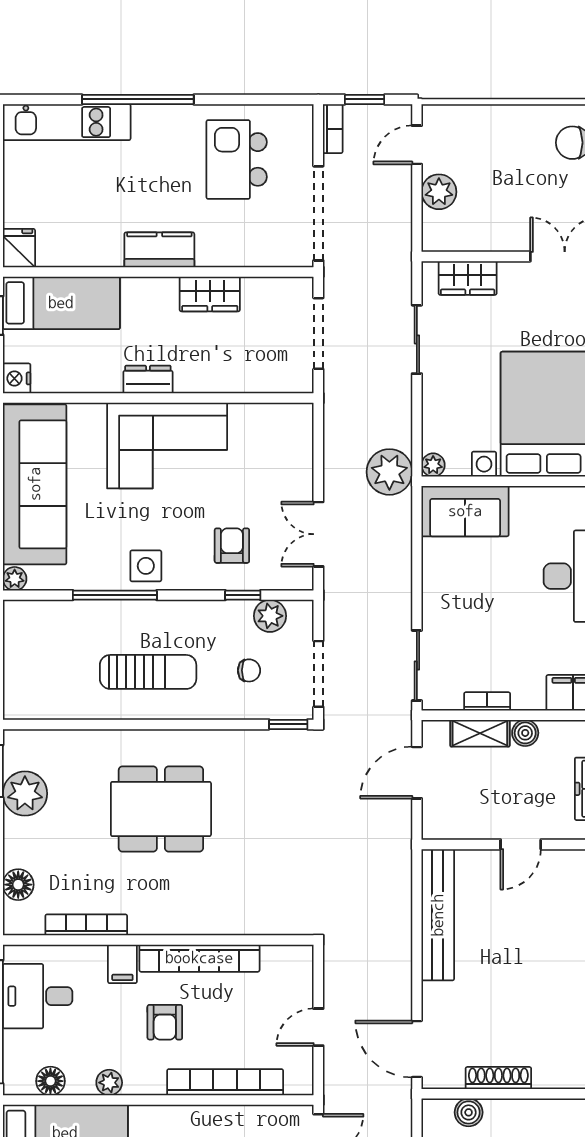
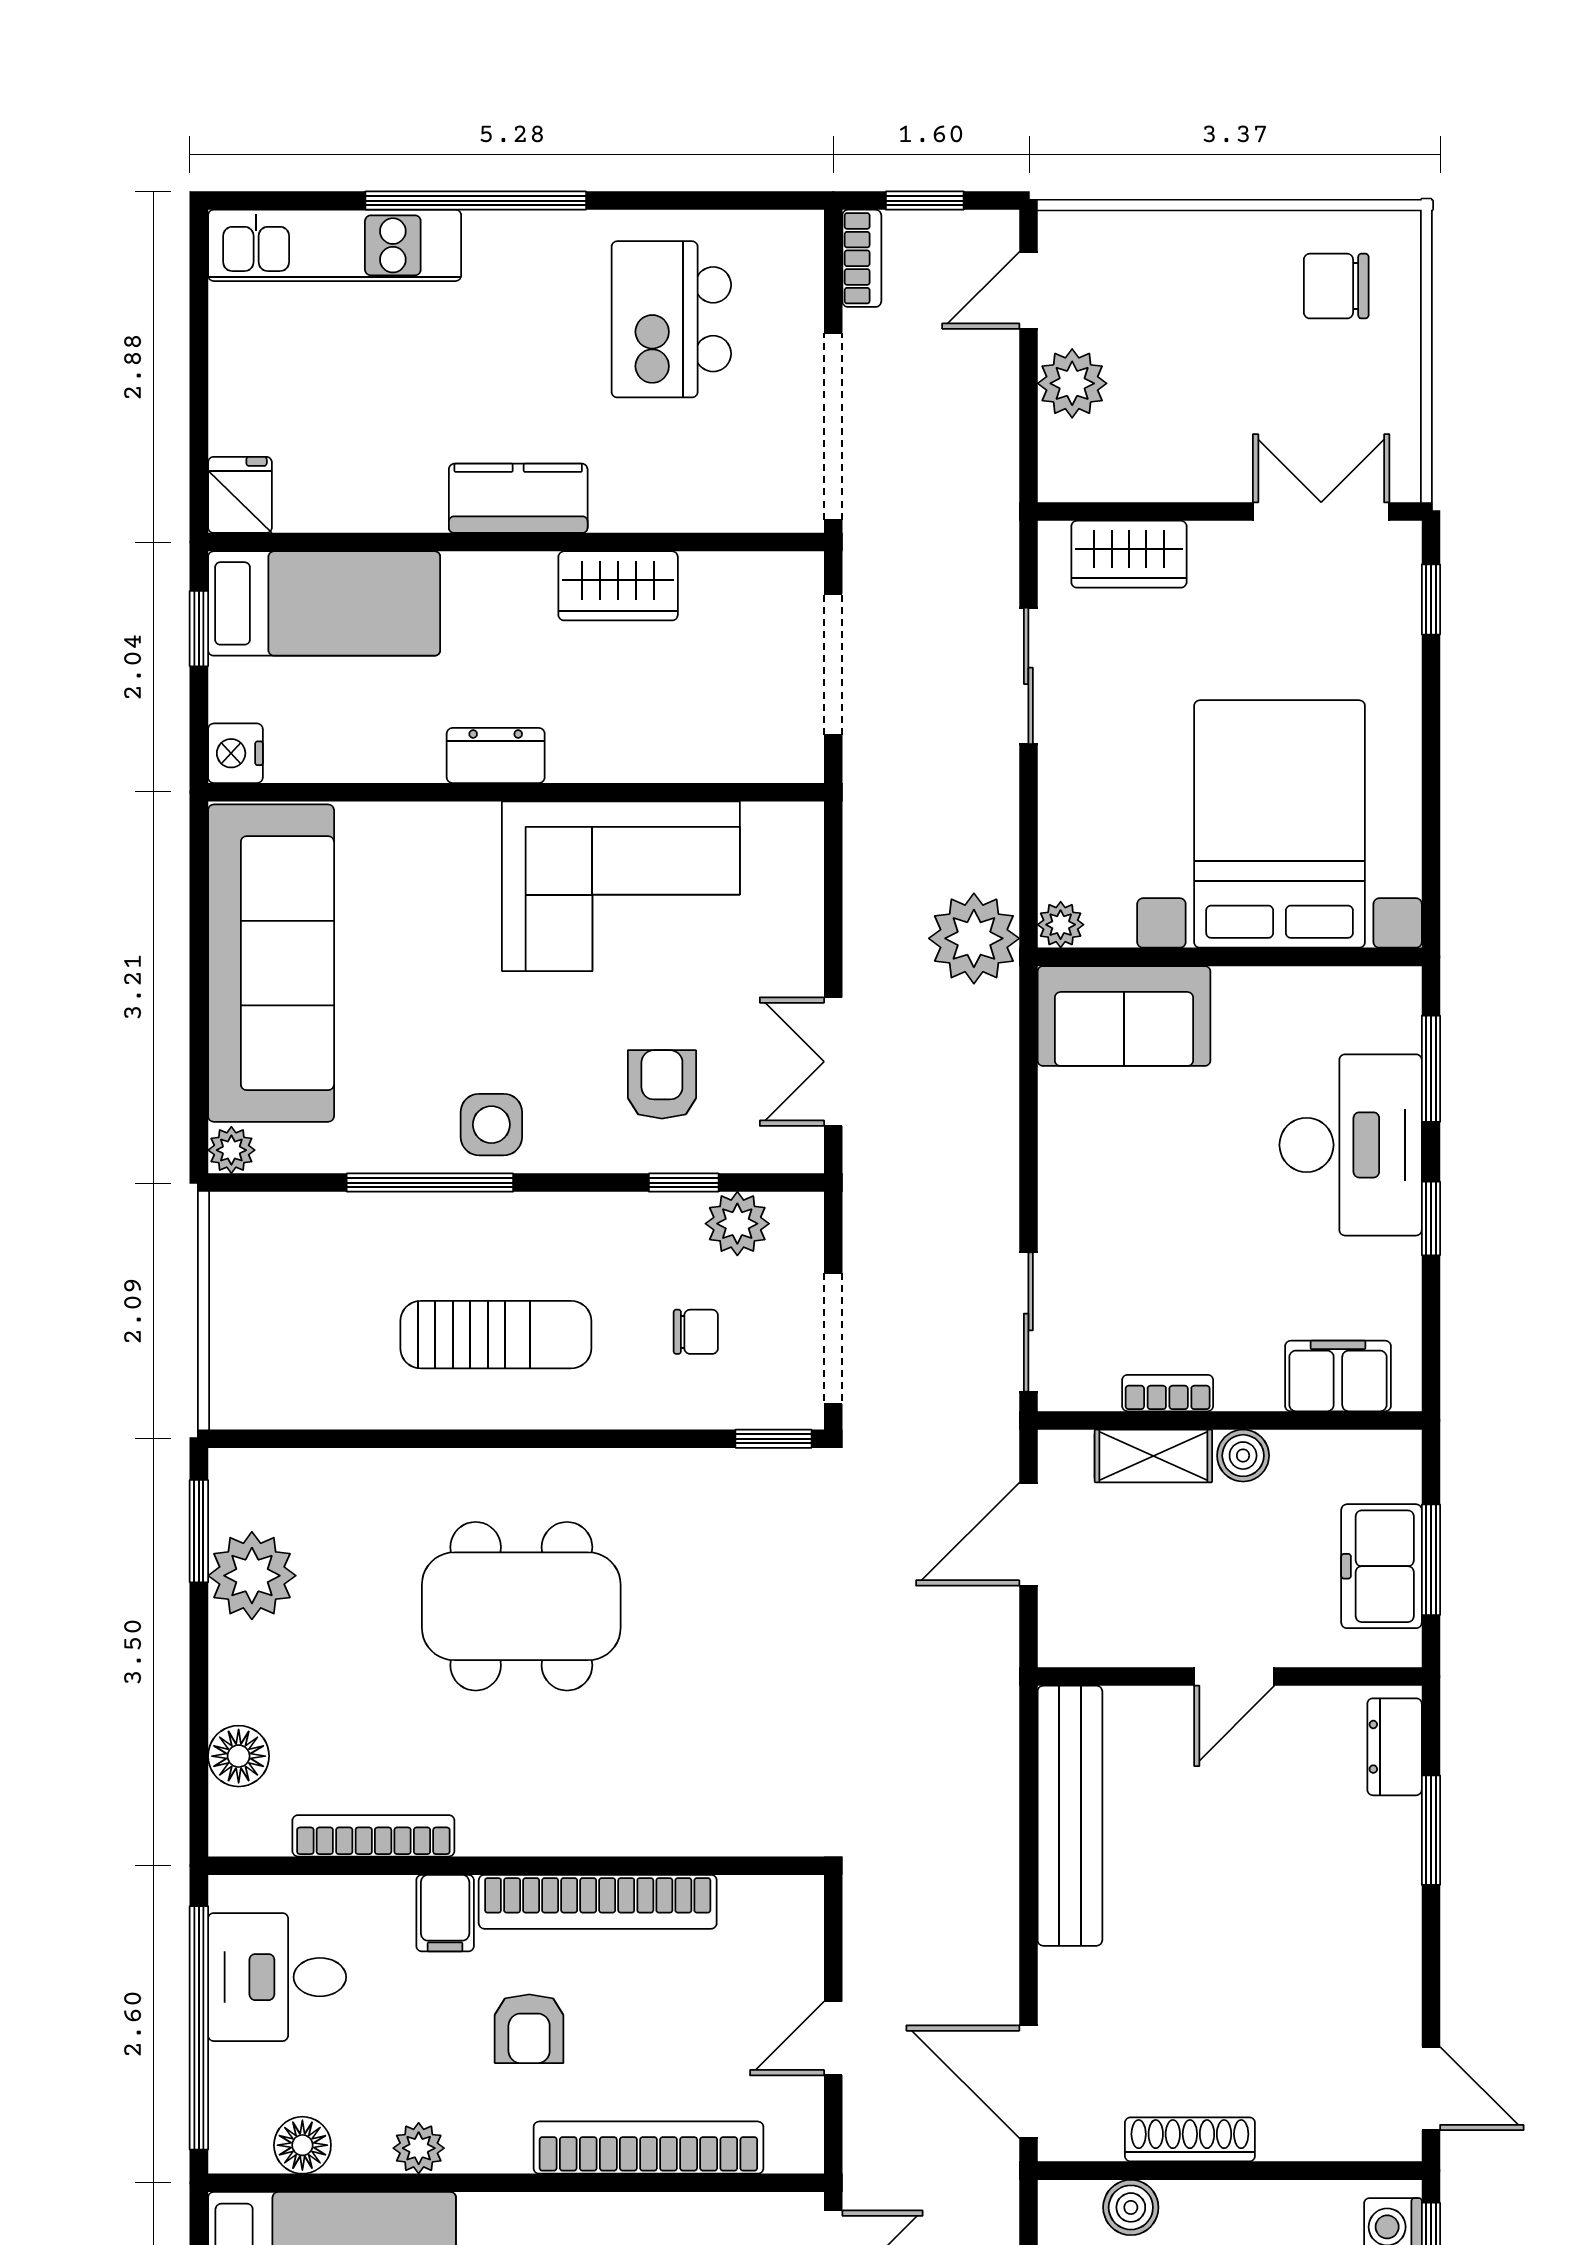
corner sofa: (167, 446) -> (621, 886), moved

